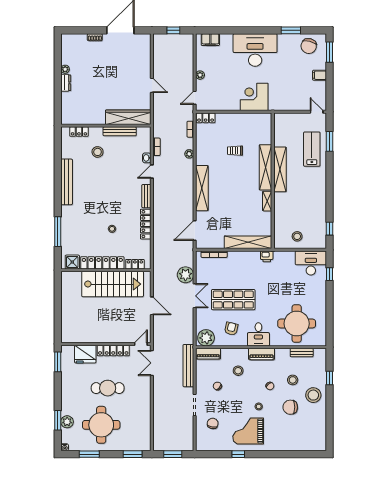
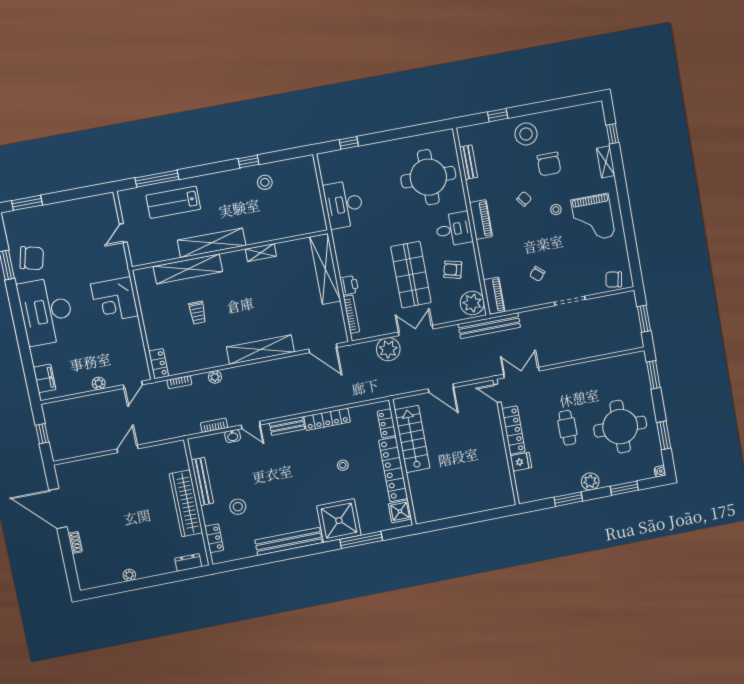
chair: (309, 46) -> (32, 258), moved
filing cabinet: (319, 75) -> (64, 211), removed
dresser: (66, 83) -> (188, 562), moved
door: (195, 98) -> (133, 385), hinge flipped
door: (317, 112) -> (123, 233), moved
wardrobe: (128, 117) -> (186, 503), moved
window: (329, 141) -> (157, 179), width x1.44
shelving: (265, 167) -> (188, 269), moved
shower: (74, 219) -> (339, 521), added
window: (329, 229) -> (249, 162), moved
stool: (297, 236) -> (265, 182), moved
printer: (267, 256) -> (349, 285), moved
desk: (311, 263) -> (344, 204), moved
stairs: (113, 284) -> (412, 439), width x0.73, depth x0.66
door: (152, 306) -> (441, 388), swing flipped
fridge: (85, 354) -> (521, 462), width x0.53, depth x0.75
window: (58, 362) -> (568, 499), moved
double door: (152, 363) -> (521, 373), swing flipped
bench: (188, 366) -> (489, 326), moved
stool: (238, 371) -> (511, 248), removed
stool: (293, 380) -> (510, 168), removed
cafe table: (108, 388) -> (567, 428), width x0.73, depth x0.74
plant: (67, 422) -> (590, 481), moved
chair: (213, 423) -> (614, 279), moved
shelving: (284, 446) -> (606, 162), added
window: (238, 454) -> (612, 134), moved

